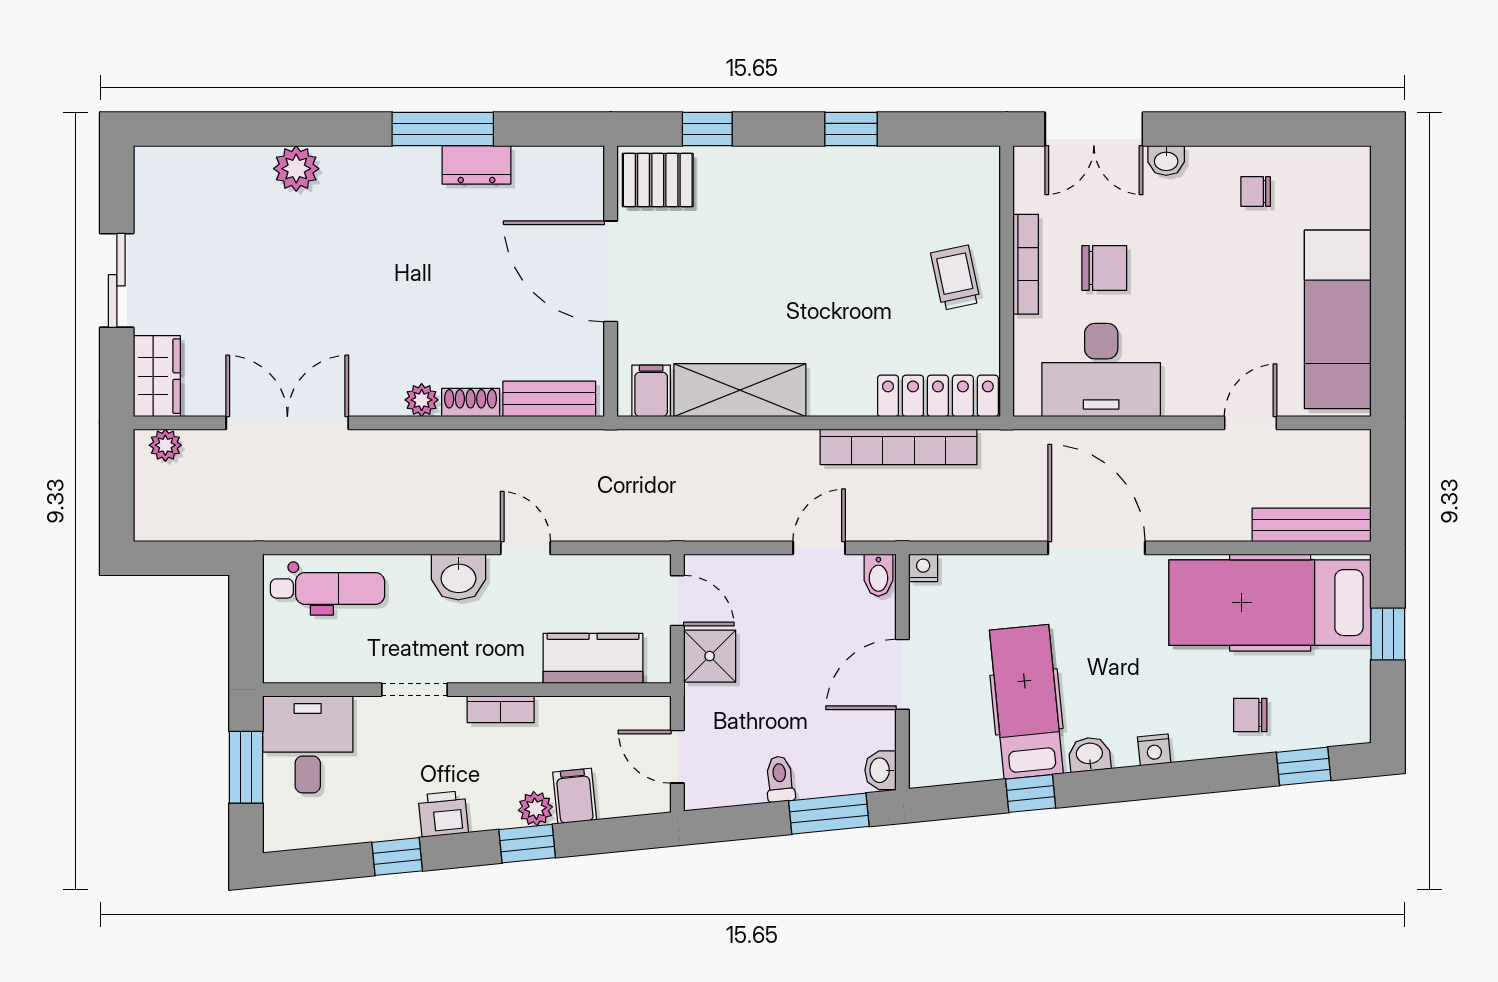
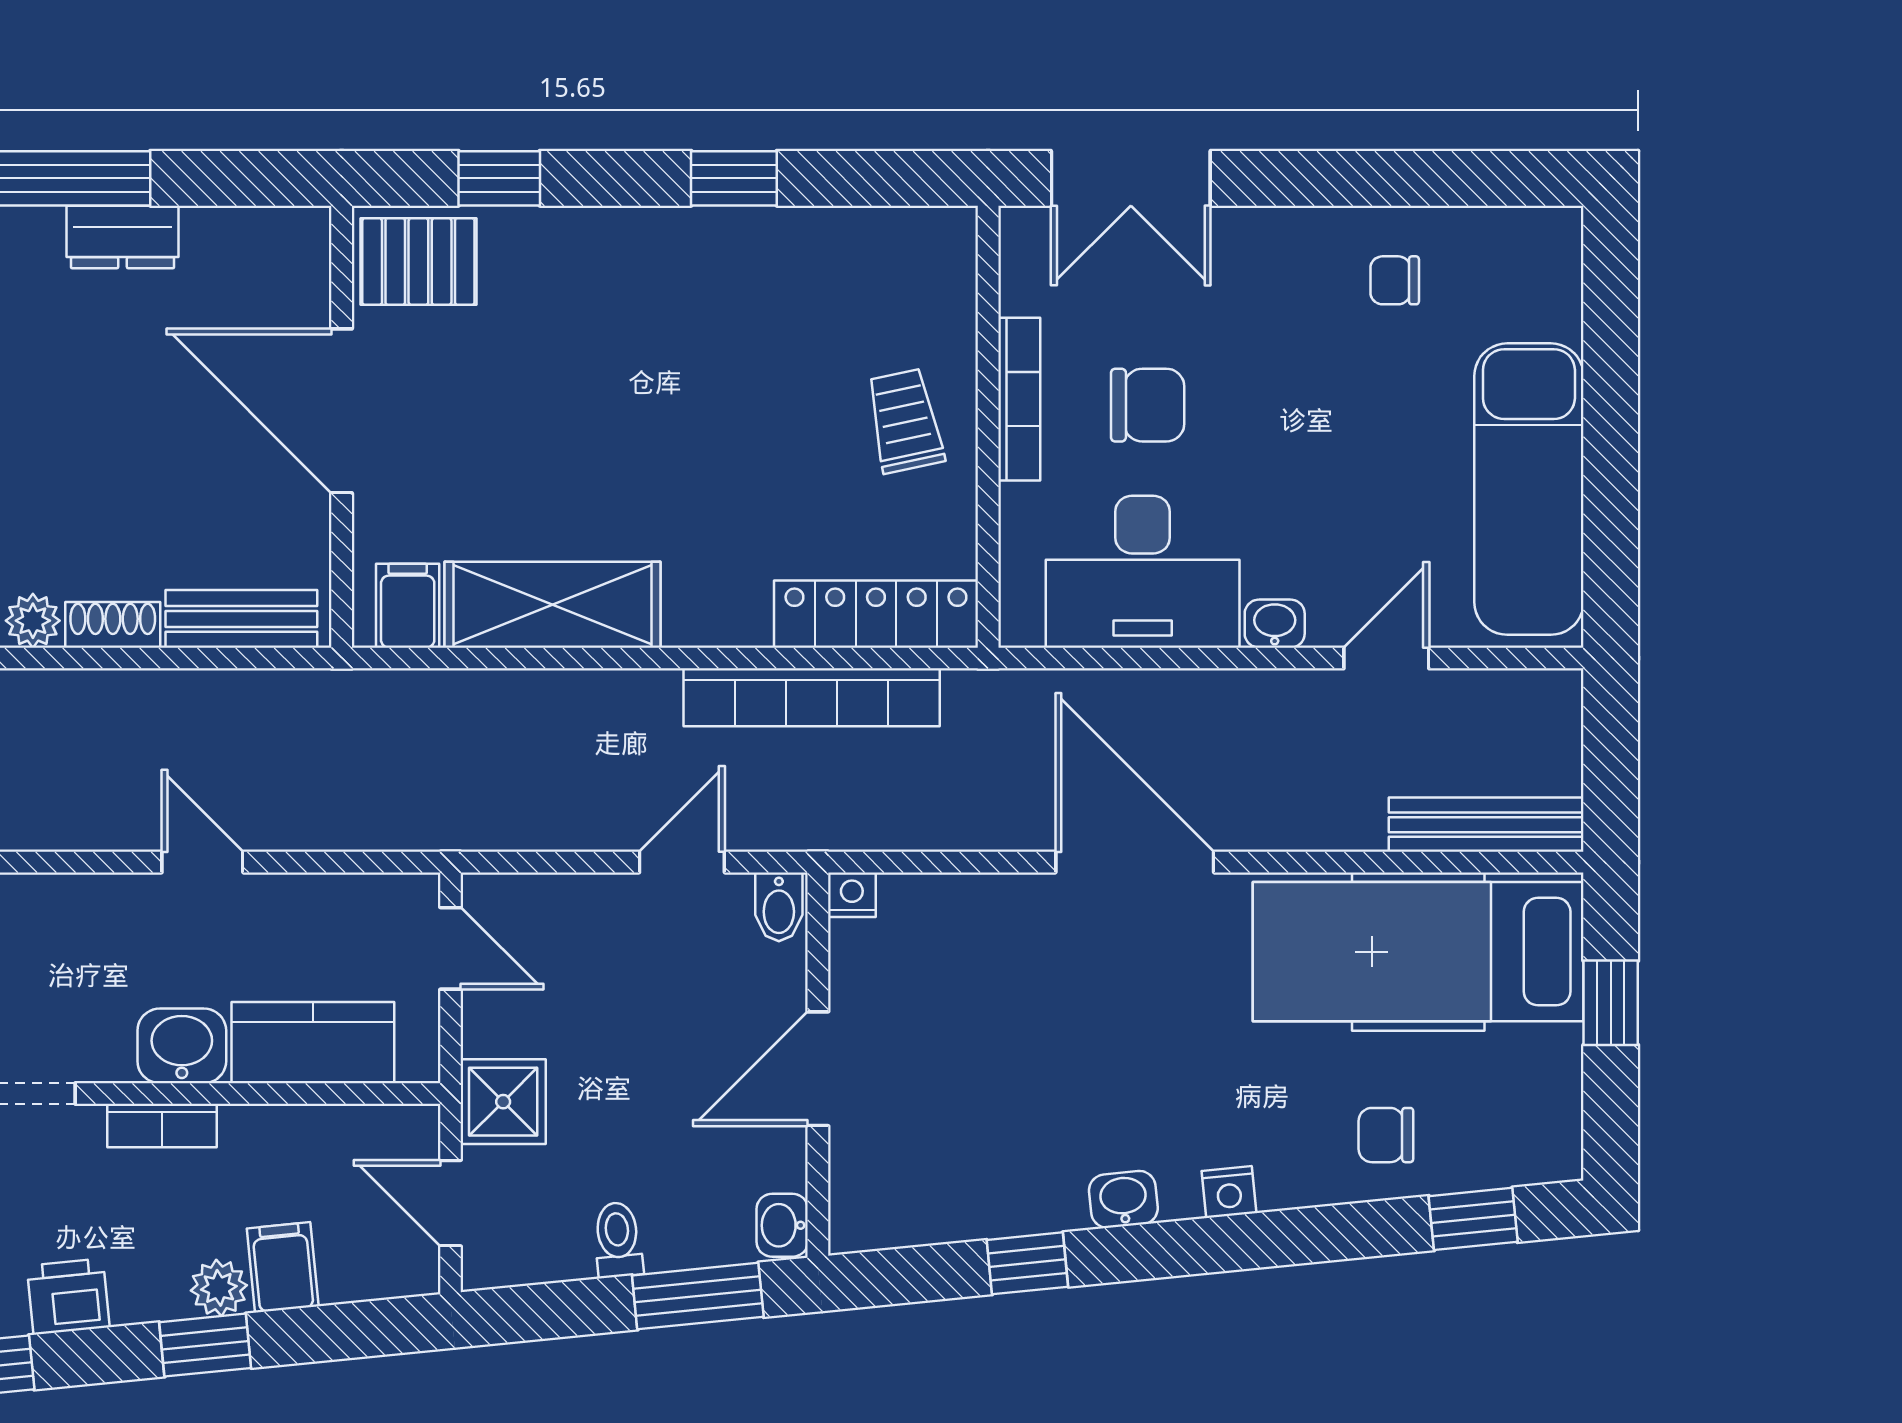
washbasin: (1166, 161) -> (1275, 624), moved, turned 180
washbasin: (458, 577) -> (182, 1046), moved, turned 180
shower: (710, 656) -> (503, 1102), moved
hospital bed: (1026, 702) -> (1020, 1114), removed

